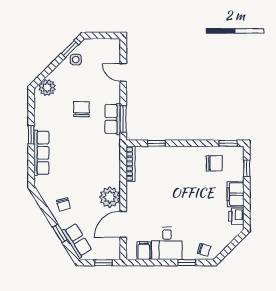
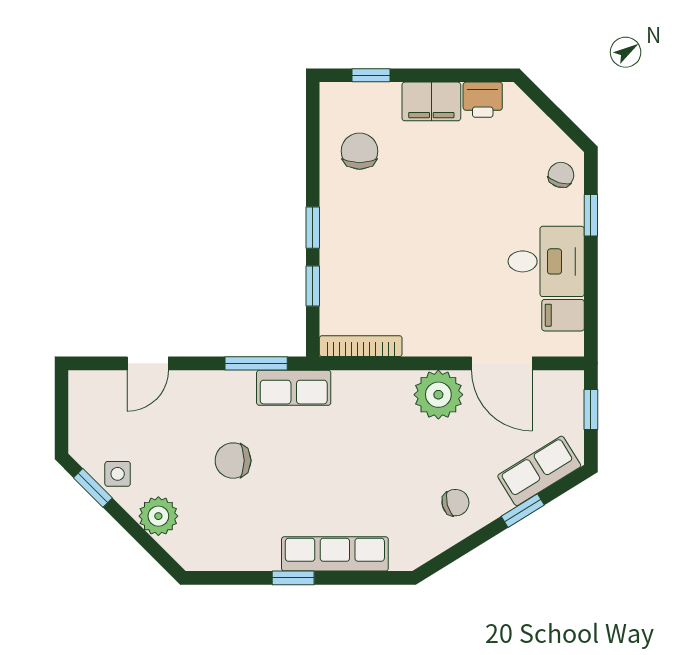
plant: (47, 88) -> (158, 516), moved
row of seats: (113, 119) -> (294, 388), moved
window: (228, 143) -> (313, 228), moved

